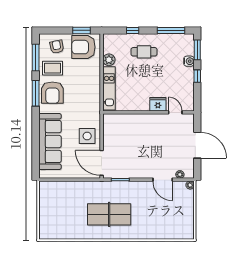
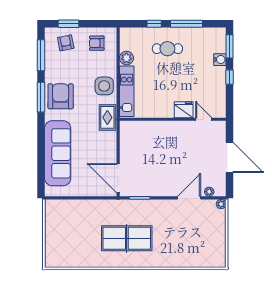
window: (81, 30) -> (69, 24), moved
window: (171, 30) -> (187, 24), moved
armchair: (83, 47) -> (97, 43), width x0.53, depth x0.53
rug: (53, 68) -> (107, 117), moved, turned 90
armchair: (52, 93) -> (61, 96), turned 180
side table: (87, 136) -> (104, 86), moved
door: (163, 180) -> (189, 198), swing flipped

